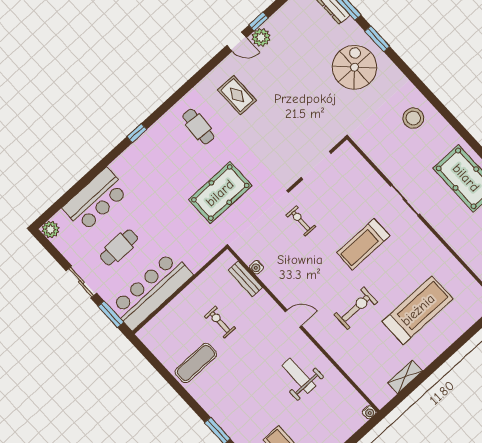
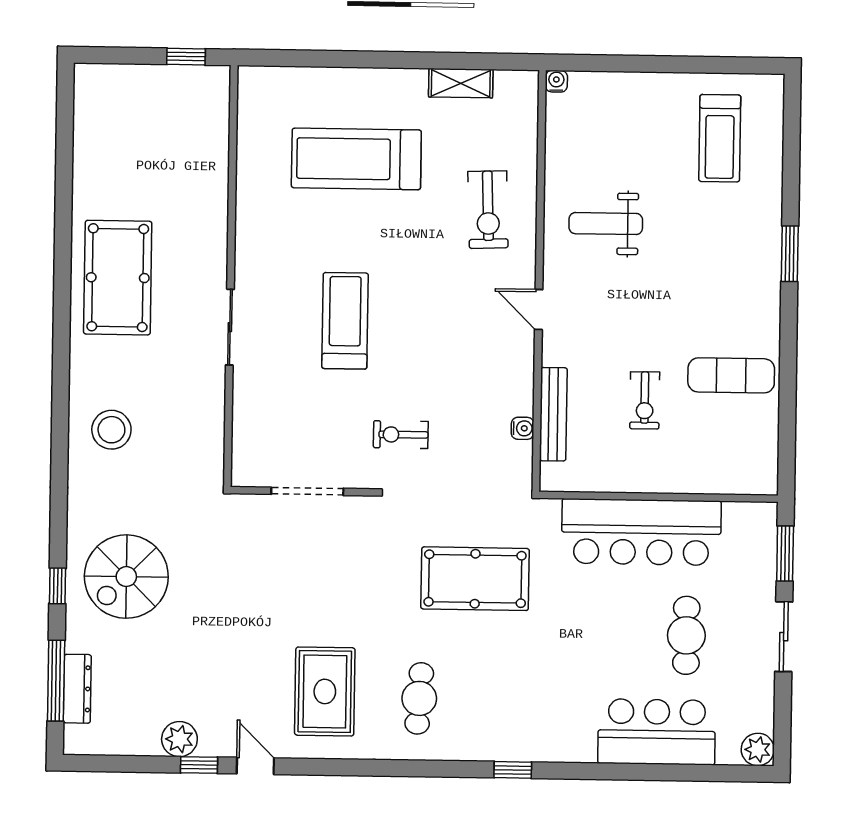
plant: (261, 37) -> (179, 739), moved
window: (377, 39) -> (57, 586), width x0.67
rug: (237, 95) -> (325, 691), width x1.36, depth x1.43
exercise bike: (301, 221) -> (401, 435), turned 90
treadmill: (363, 244) -> (345, 321), turned -90
cafe table: (119, 247) -> (686, 635), turned 90
bench: (245, 279) -> (553, 414), width x1.36
bar counter: (152, 291) -> (641, 532), moved
exercise bike: (356, 308) -> (488, 210), moved, turned -92
weight bench: (299, 376) -> (606, 224), turned 90

